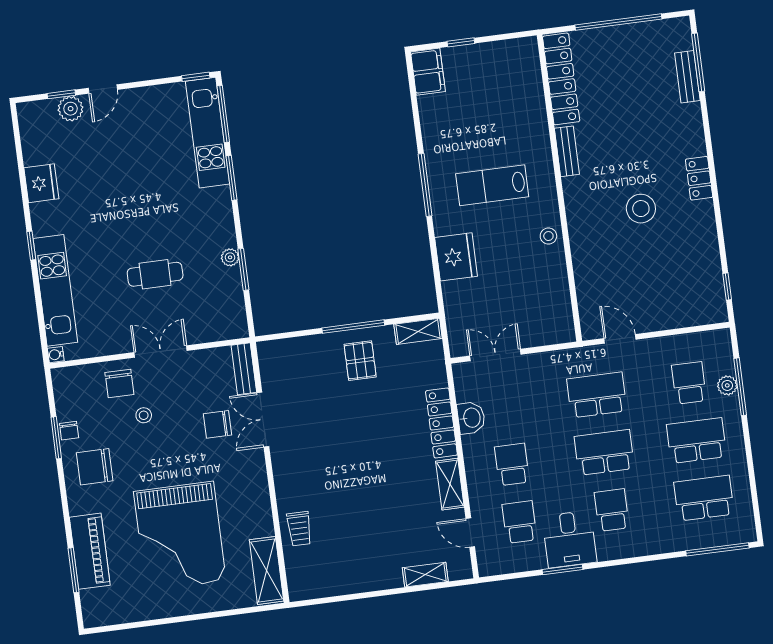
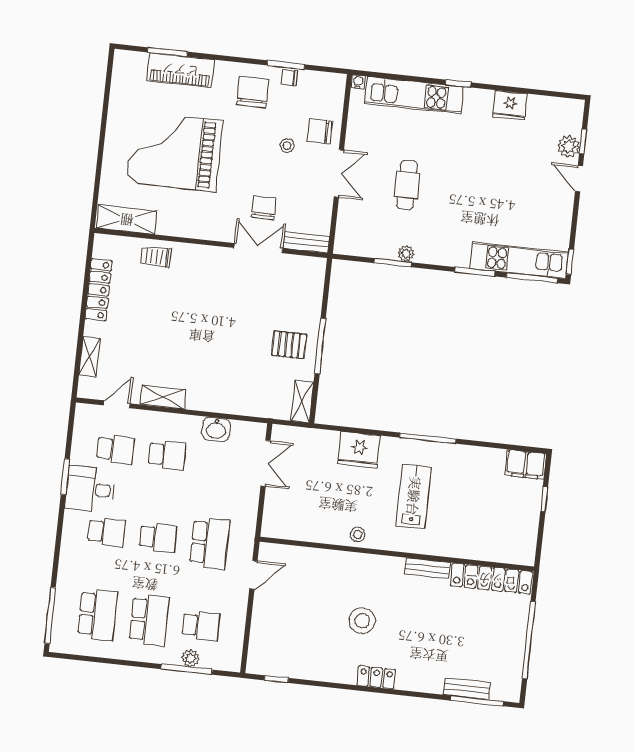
locker: (441, 423) -> (99, 290), moved, turned 90
school desk: (604, 452) -> (158, 538), width x0.54

